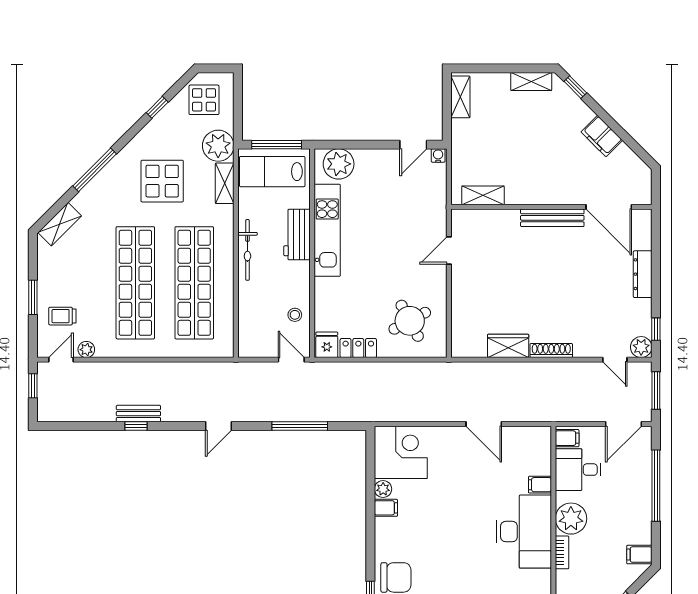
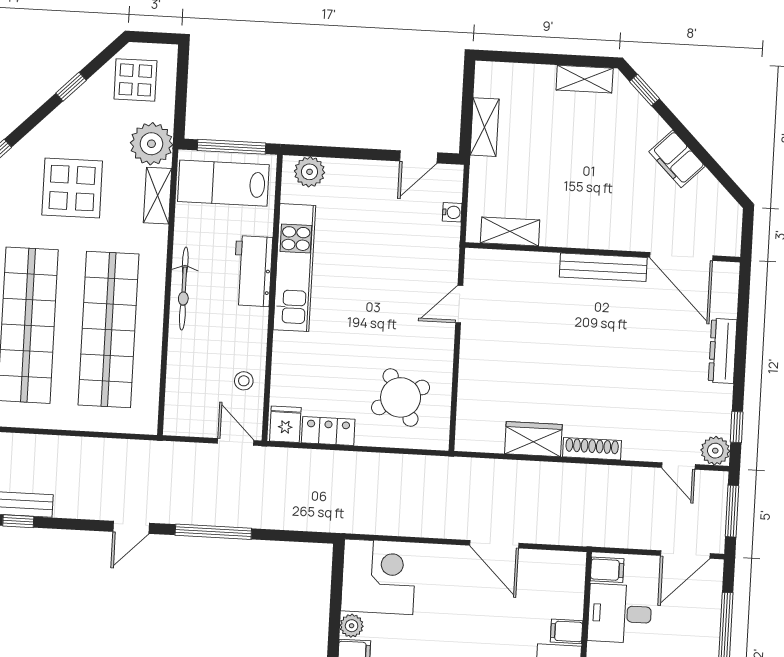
shelving: (460, 97) -> (485, 127), moved
water cooler: (438, 155) -> (452, 212), moved, turned 90
plant: (339, 164) -> (310, 172), width x0.73, depth x0.73
window: (300, 426) -> (213, 532), moved

